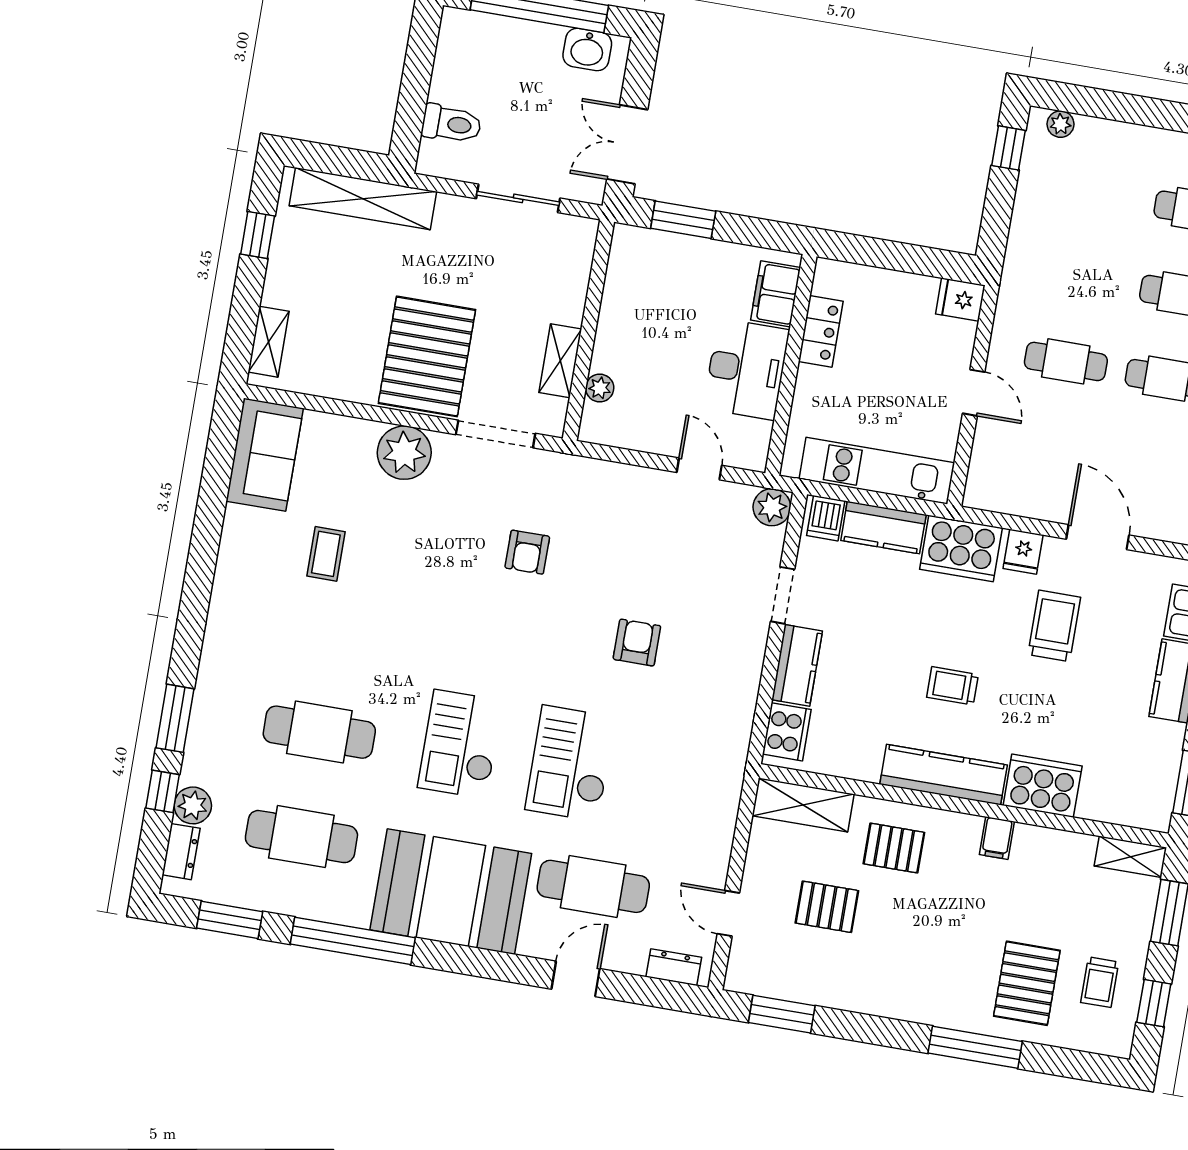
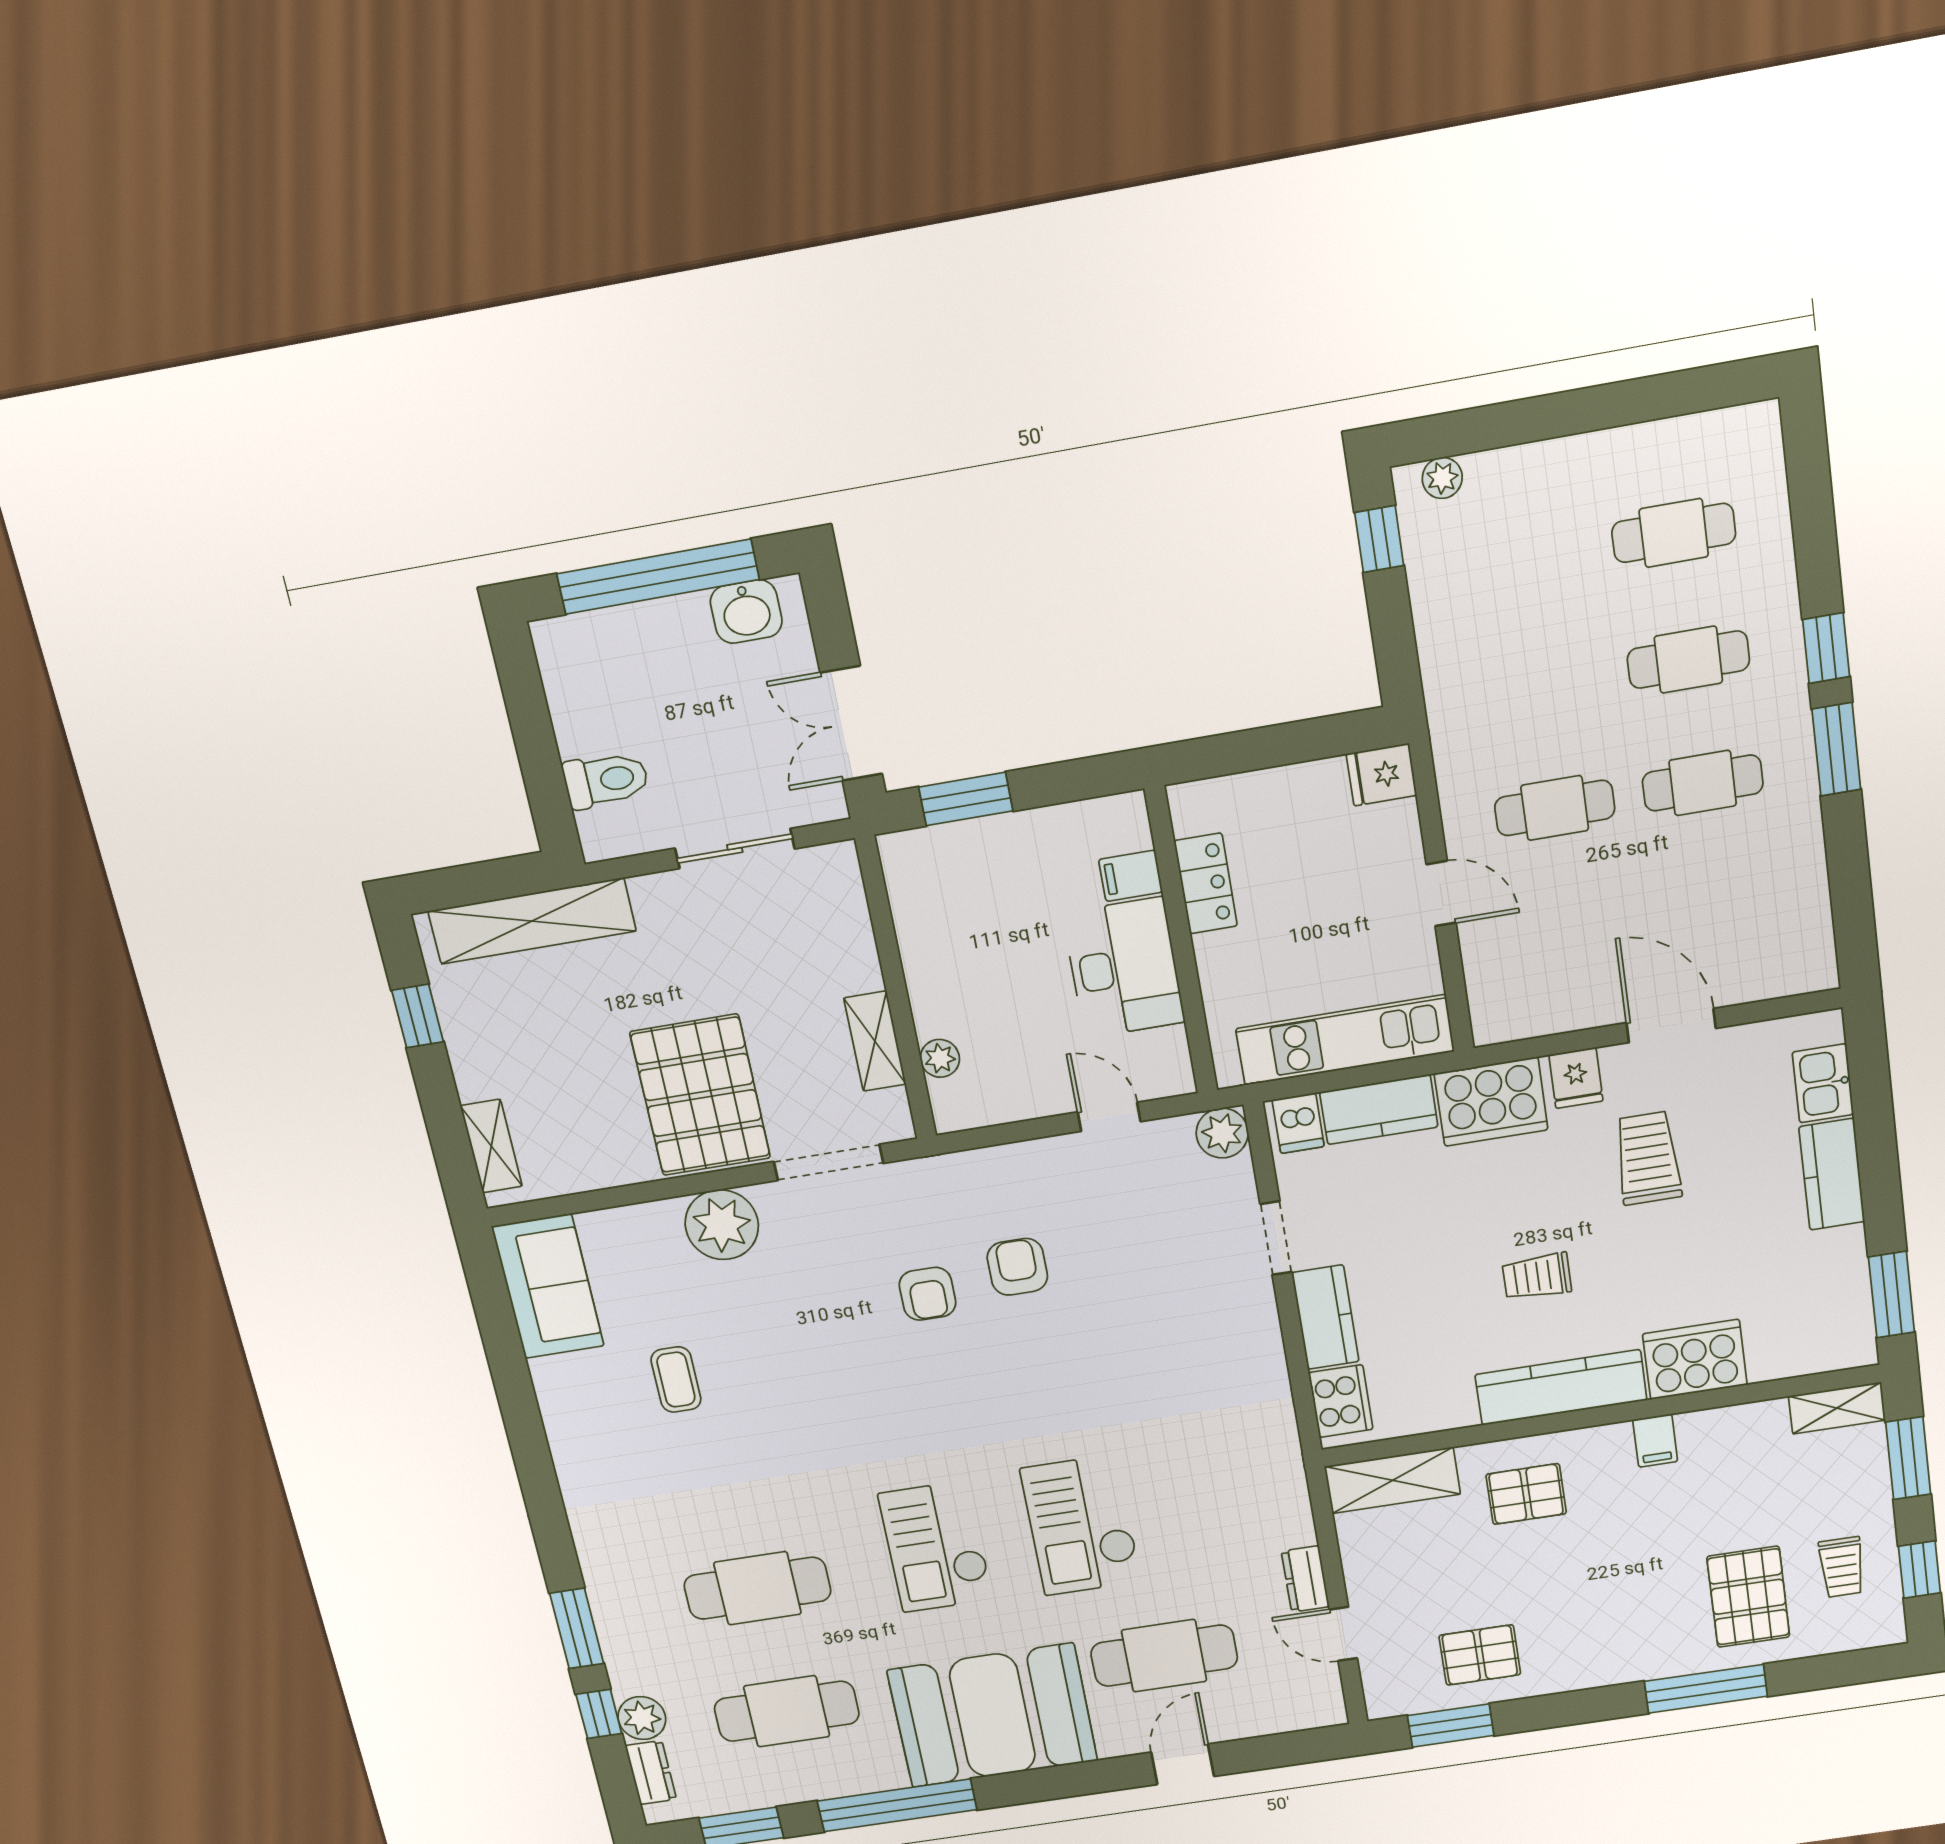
filing cabinet: (776, 294) -> (1131, 876), width x0.50
armchair: (637, 643) -> (1017, 1267), moved
pallet: (827, 907) -> (1480, 1655), moved
dresser: (674, 967) -> (1305, 1579), moved, turned -90

